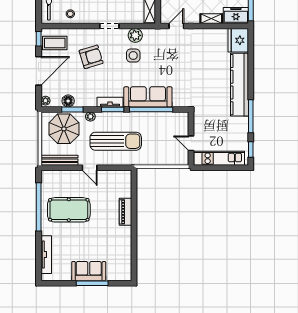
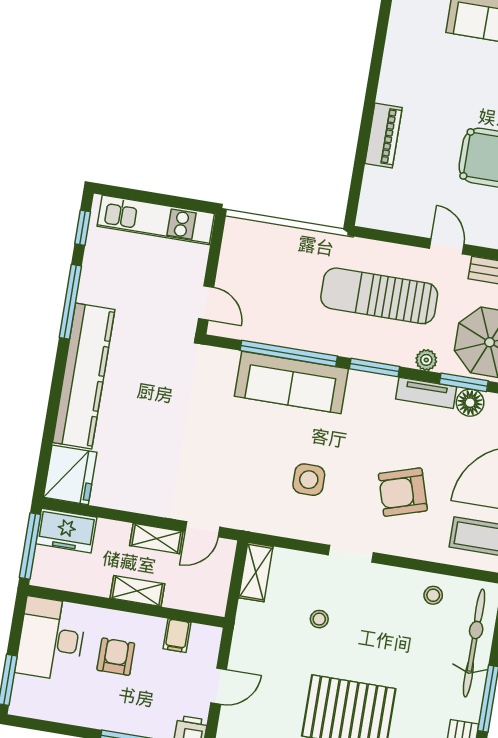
shelving: (211, 19) -> (156, 539), moved
plant: (135, 35) -> (297, 524), removed
tv unit: (110, 102) -> (426, 393), moved
door: (191, 143) -> (206, 303), moved

